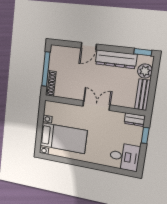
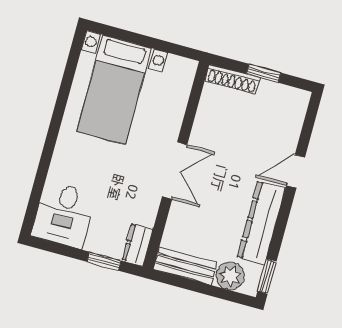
door: (89, 46) -> (296, 171), hinge flipped
window: (46, 69) -> (264, 73), width x0.46

